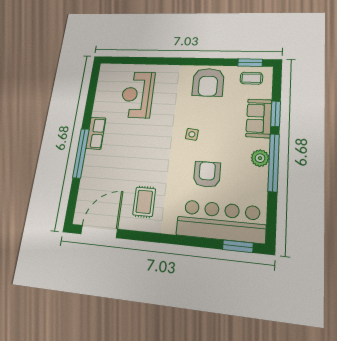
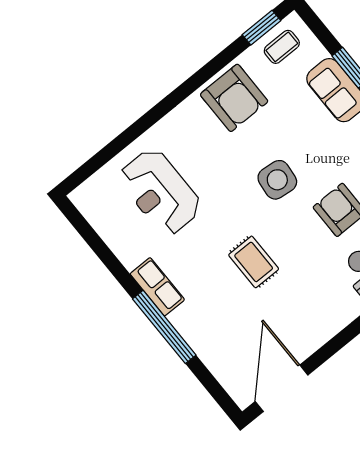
side table: (192, 134) -> (277, 180), width x1.87, depth x1.87
rug: (144, 202) -> (254, 262), moved

